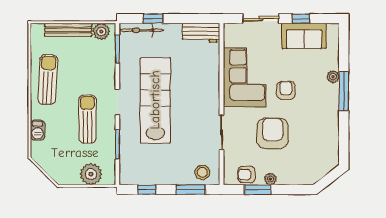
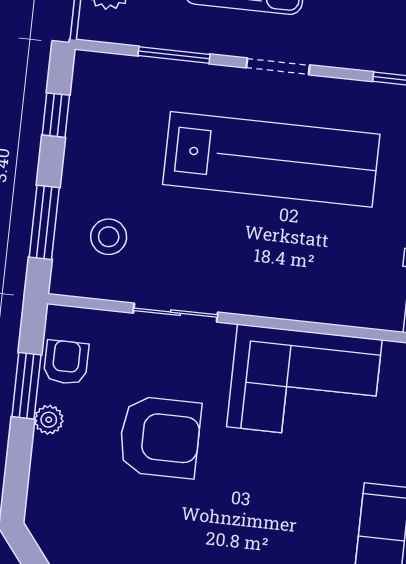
armchair: (286, 90) -> (261, 481), removed
stool: (202, 172) -> (109, 237), moved

